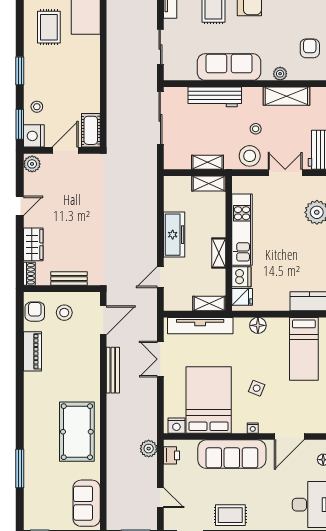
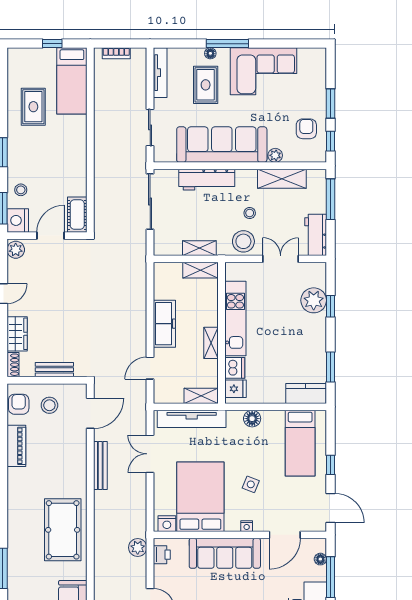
sofa: (229, 67) -> (222, 145), width x1.36, depth x1.27

